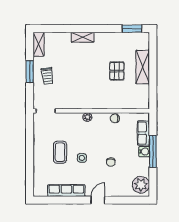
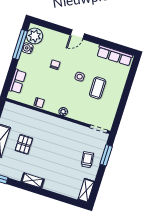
shelving: (83, 37) -> (33, 180), moved
window: (30, 72) -> (106, 155), moved
window: (153, 151) -> (20, 45), moved
water cooler: (144, 152) -> (28, 48), moved
row of seats: (66, 191) -> (115, 56), moved

